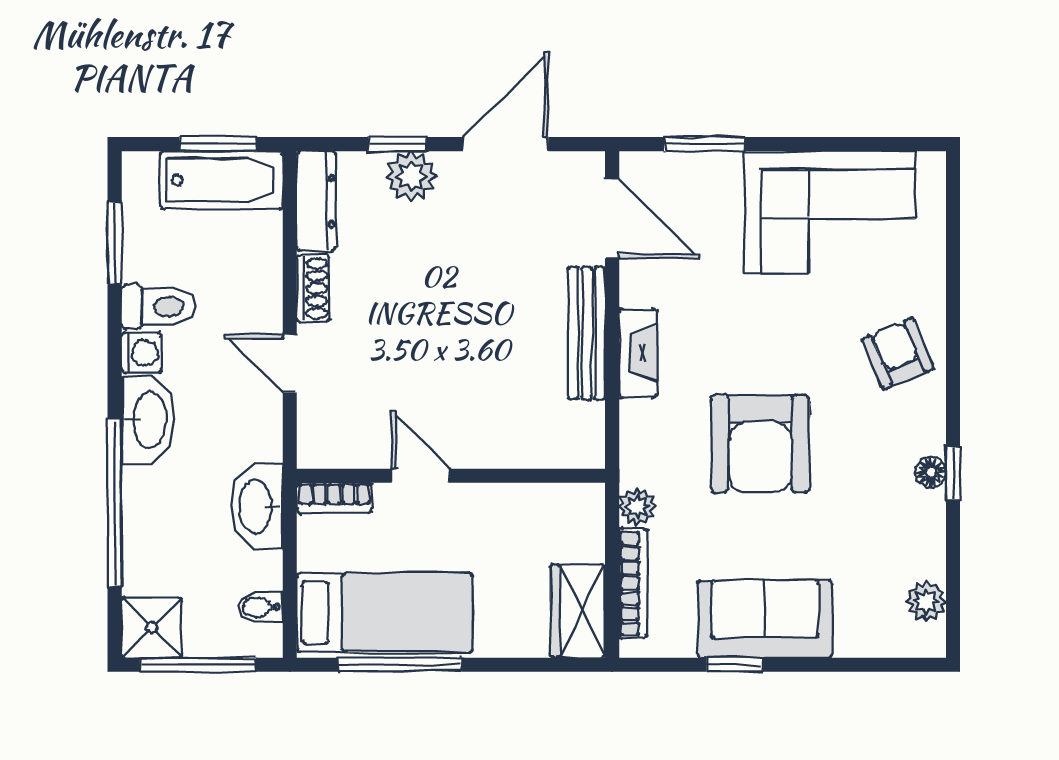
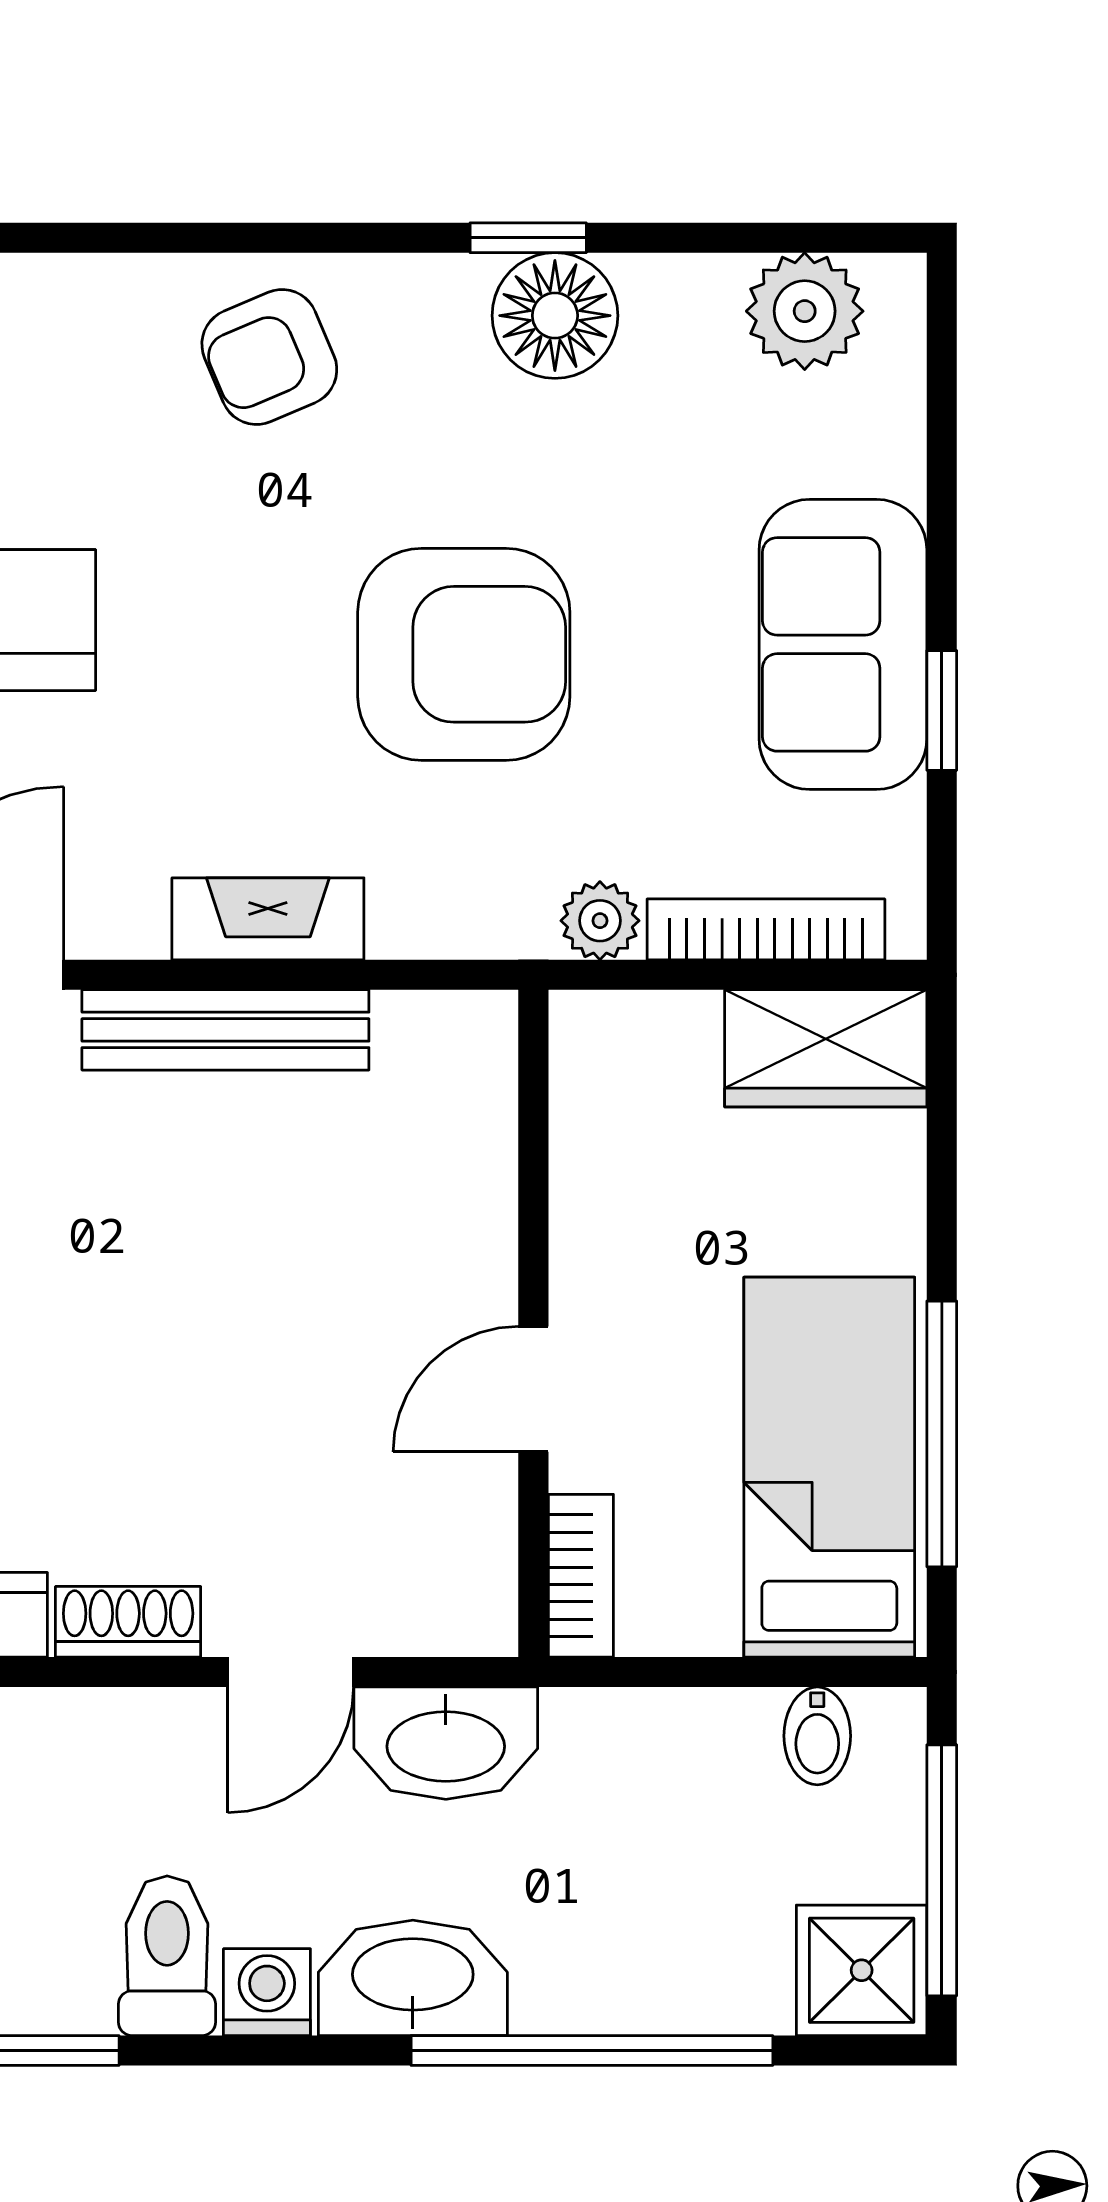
floor lamp: (931, 472) -> (555, 316), width x1.89, depth x1.89
washbasin: (257, 506) -> (446, 1743), moved
plant: (926, 601) -> (805, 311), width x1.38, depth x1.38

